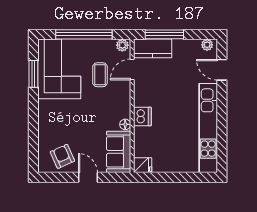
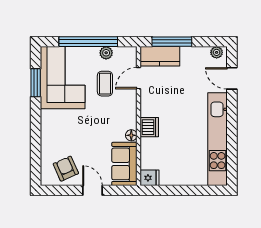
plant: (122, 45) -> (106, 53), moved

